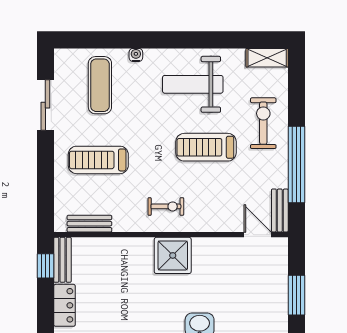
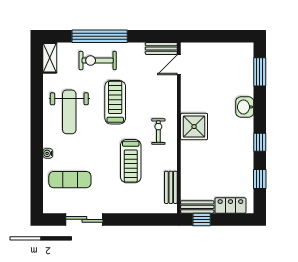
treadmill: (206, 147) -> (115, 102), turned 180
treadmill: (98, 160) -> (131, 161), moved
window: (296, 164) -> (100, 36), moved
window: (296, 295) -> (223, 36), removed

